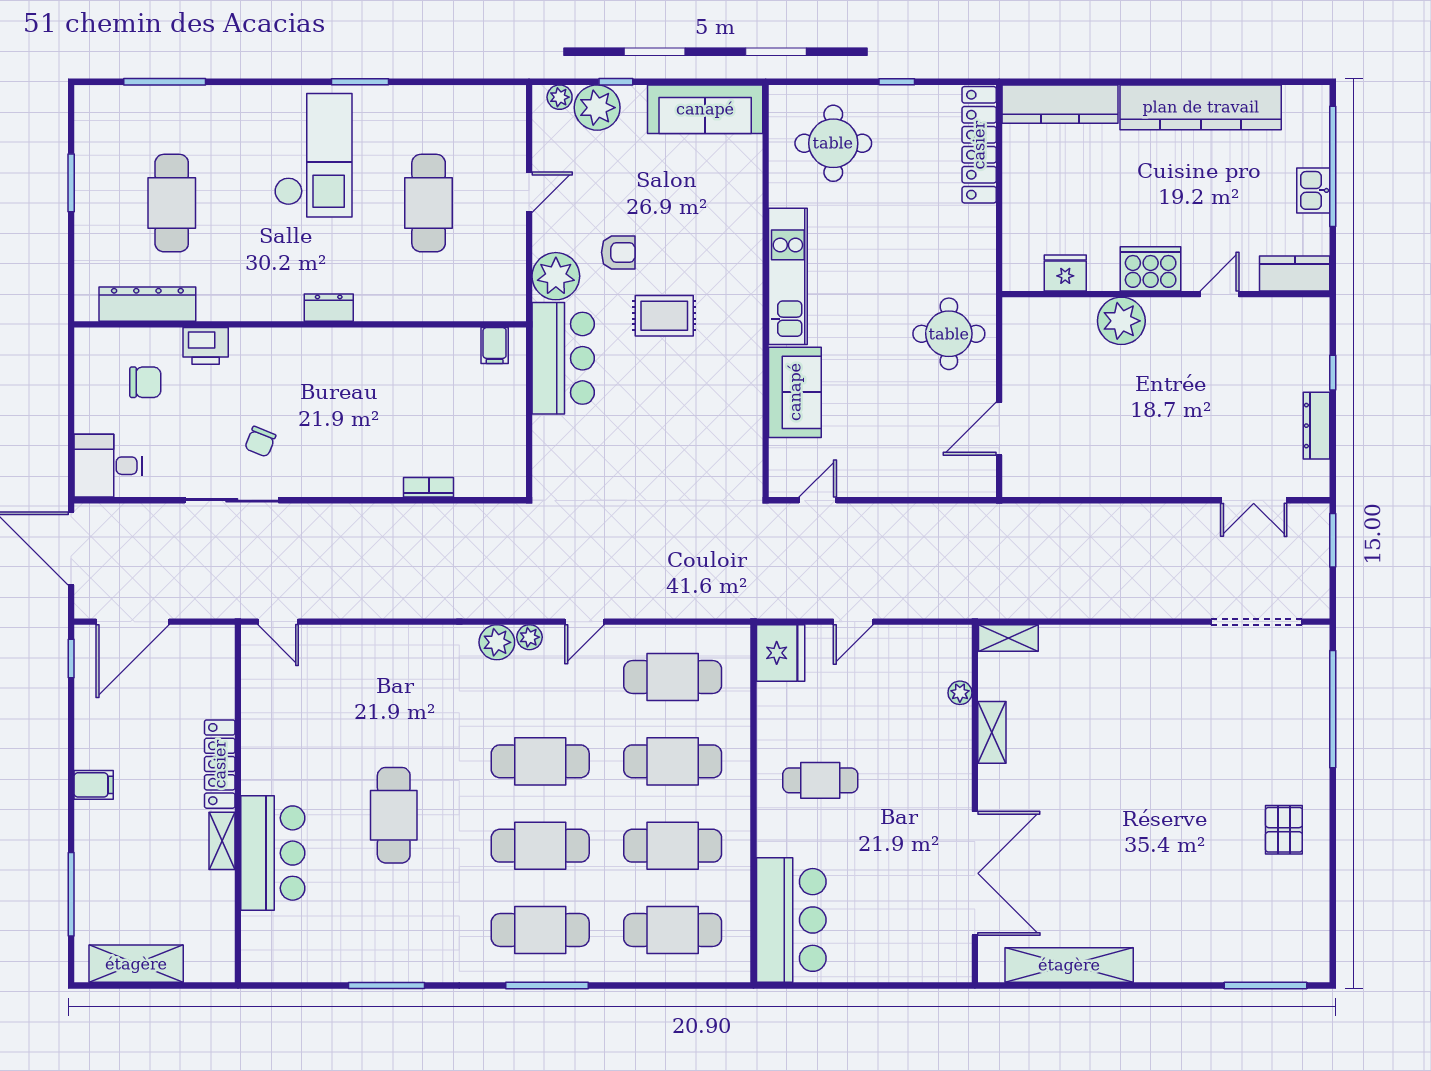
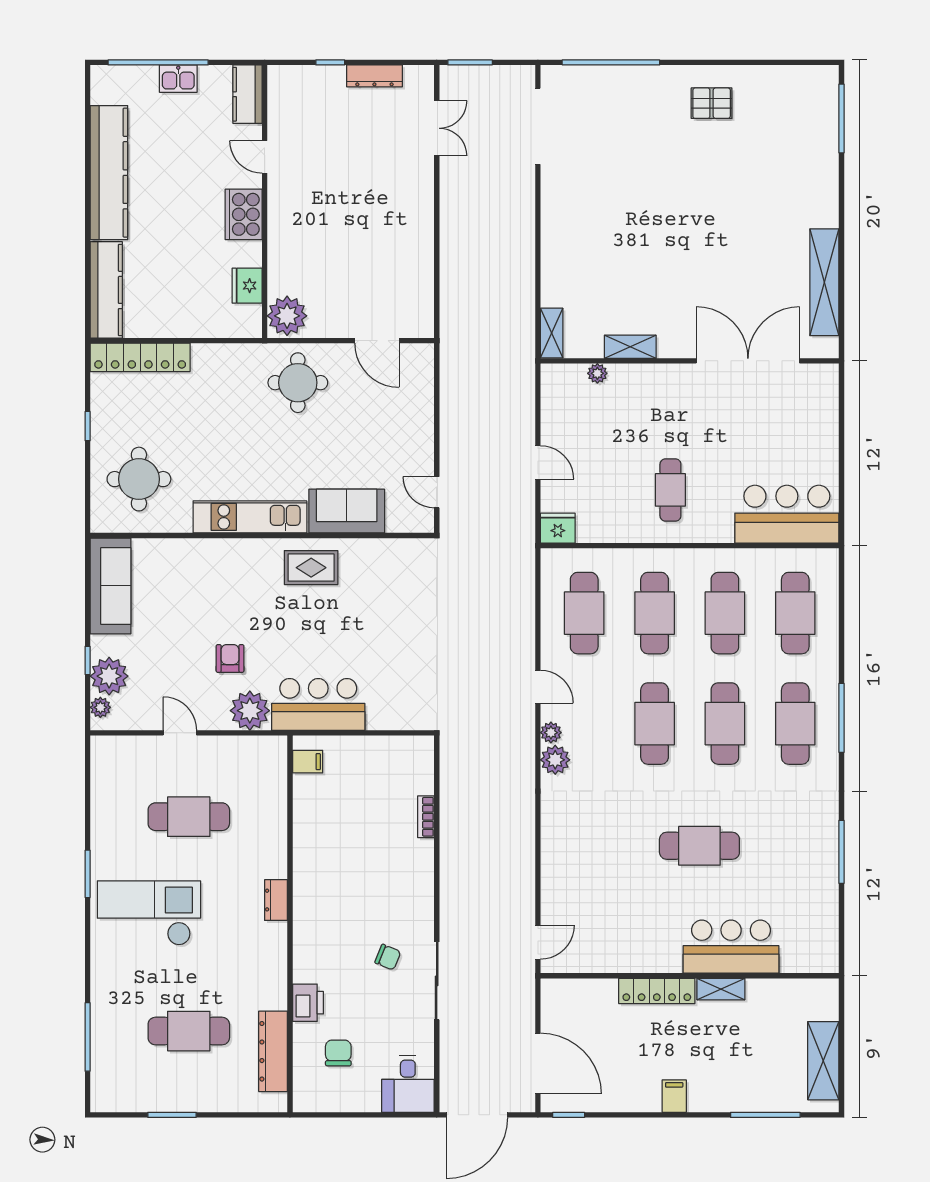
rug: (664, 316) -> (311, 568), moved, turned 90
plant: (1121, 321) -> (287, 316), moved
fridge: (781, 653) -> (558, 528), width x0.73, depth x0.75

